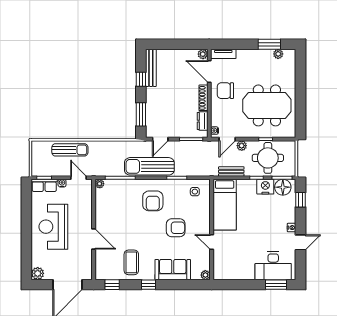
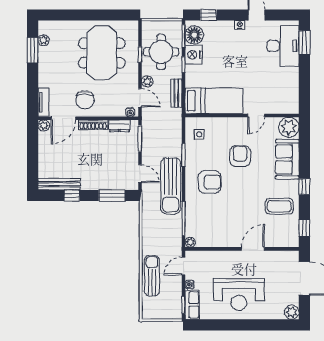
plant: (205, 275) -> (289, 127), width x1.88, depth x1.88

